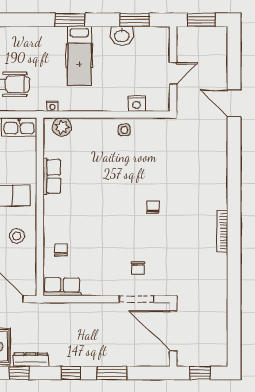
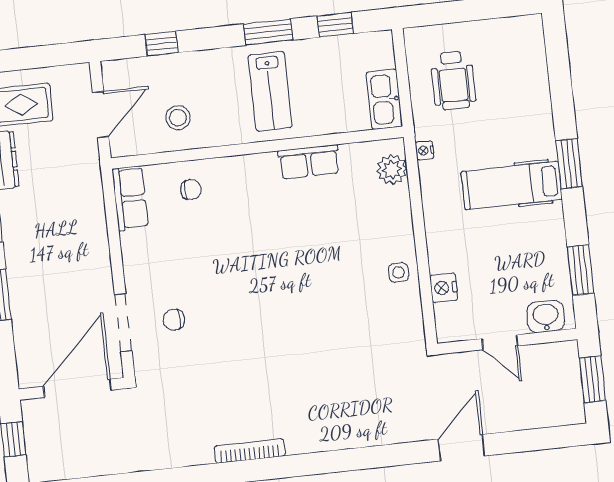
washbasin: (122, 36) -> (546, 316), moved, turned 90
chair: (153, 207) -> (277, 333), removed
stool: (17, 236) -> (178, 118), moved

